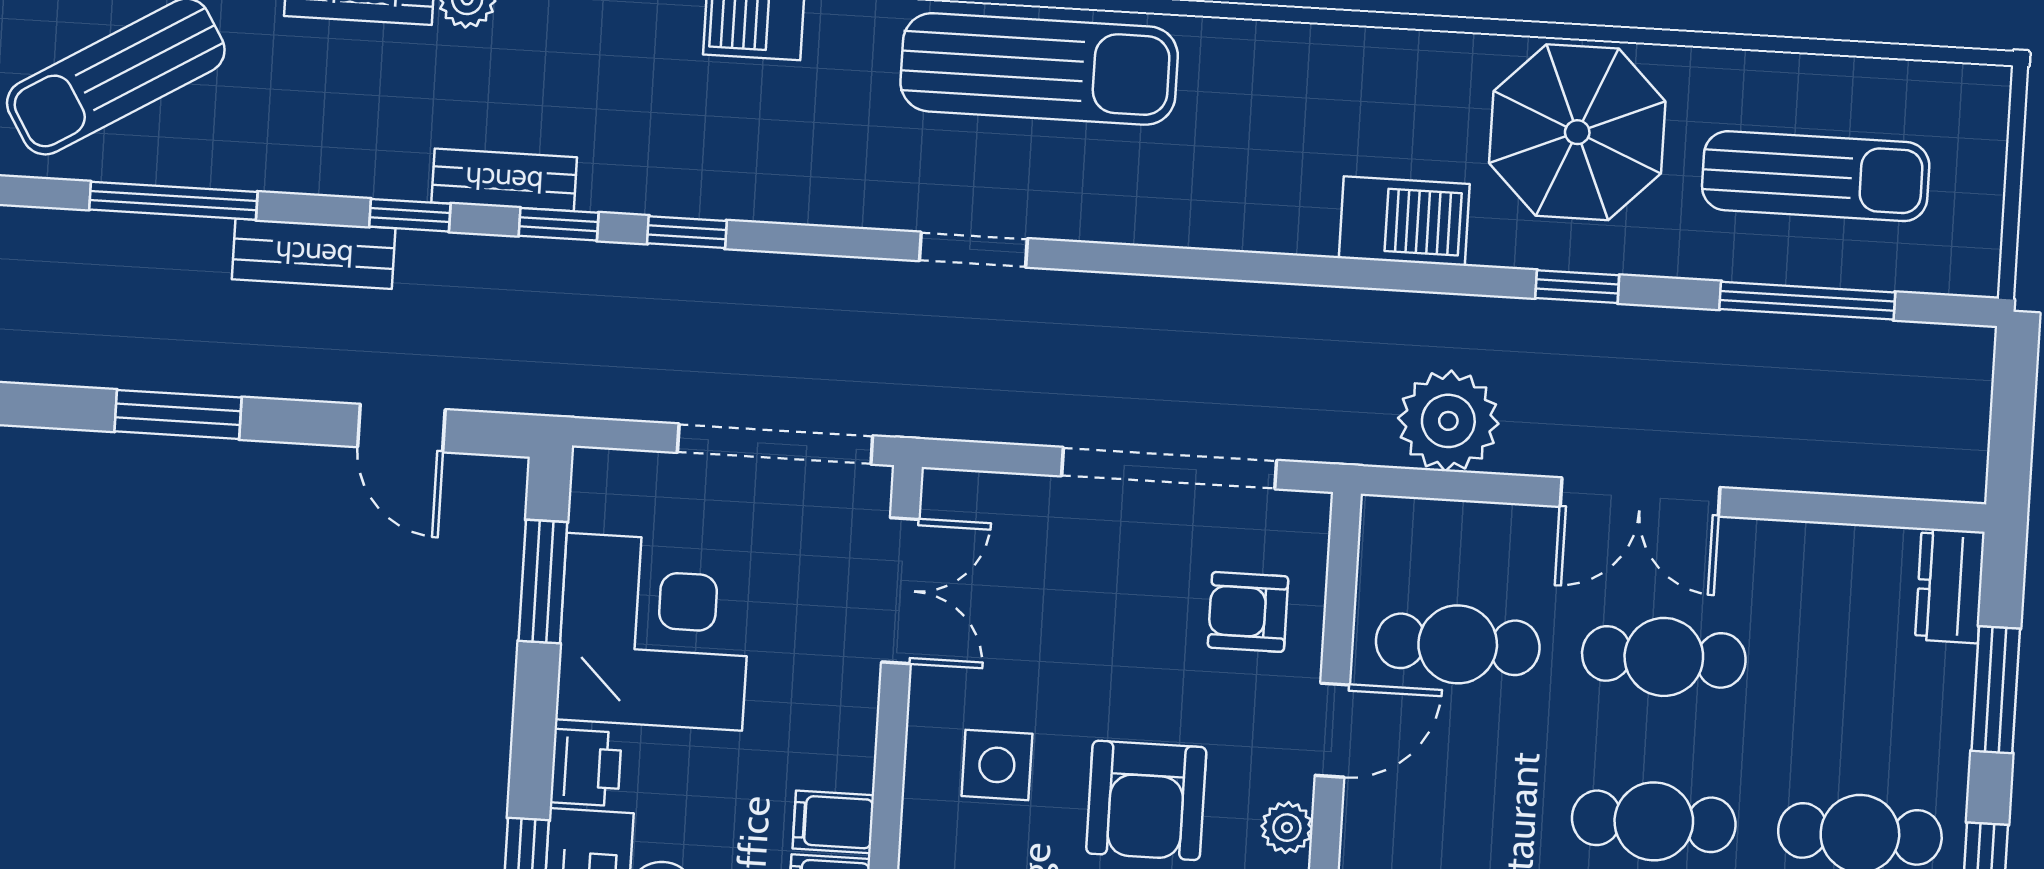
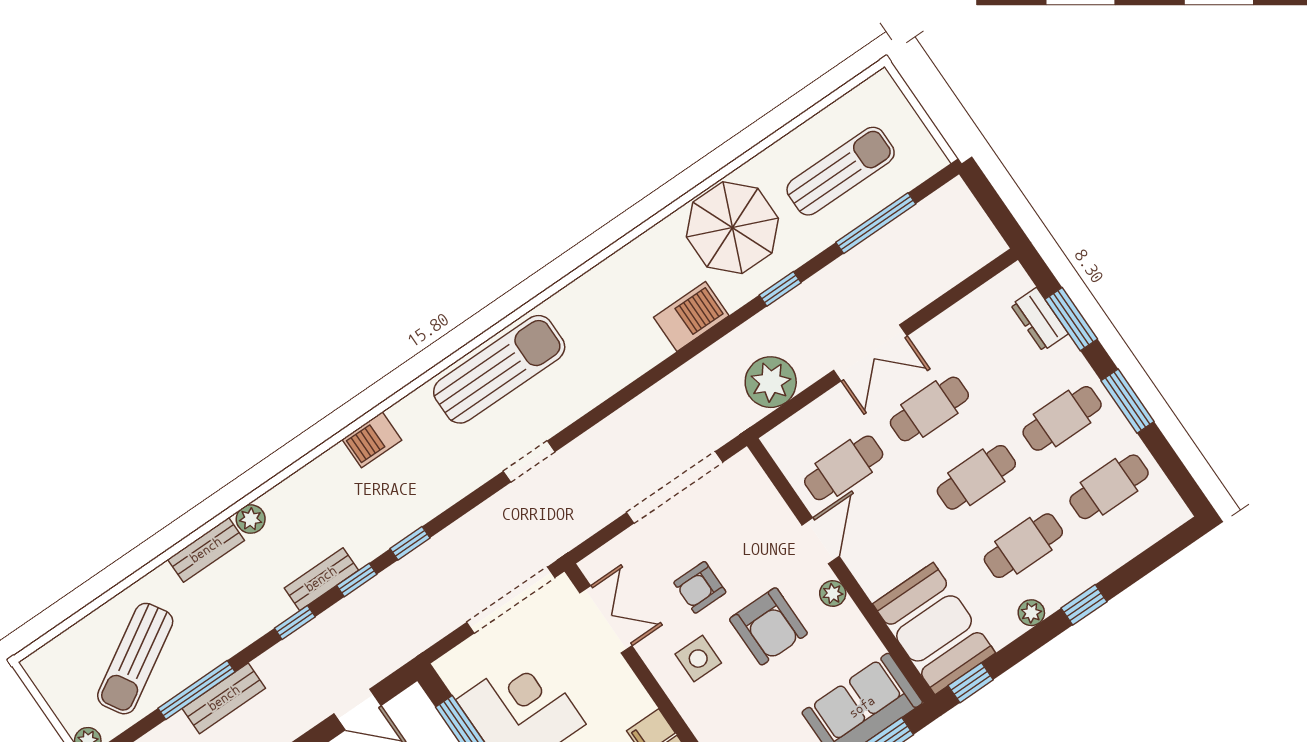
bench: (314, 254) -> (224, 698), moved
dresser: (1950, 586) -> (1039, 319), moved
armchair: (1248, 612) -> (700, 587), moved

